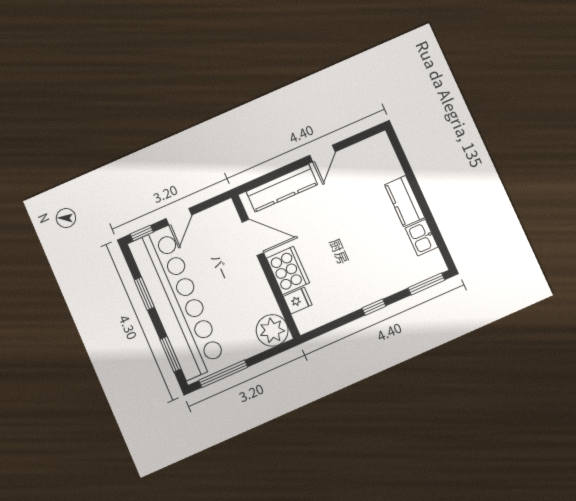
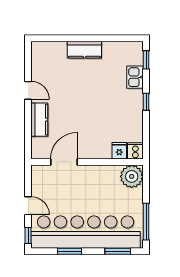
kitchen counter: (282, 188) -> (39, 120), width x0.67
kitchen sink: (422, 238) -> (135, 77), moved, turned 90
cooker: (288, 270) -> (135, 151), moved, width x0.53, depth x0.76
window: (426, 284) -> (146, 60), width x0.67

